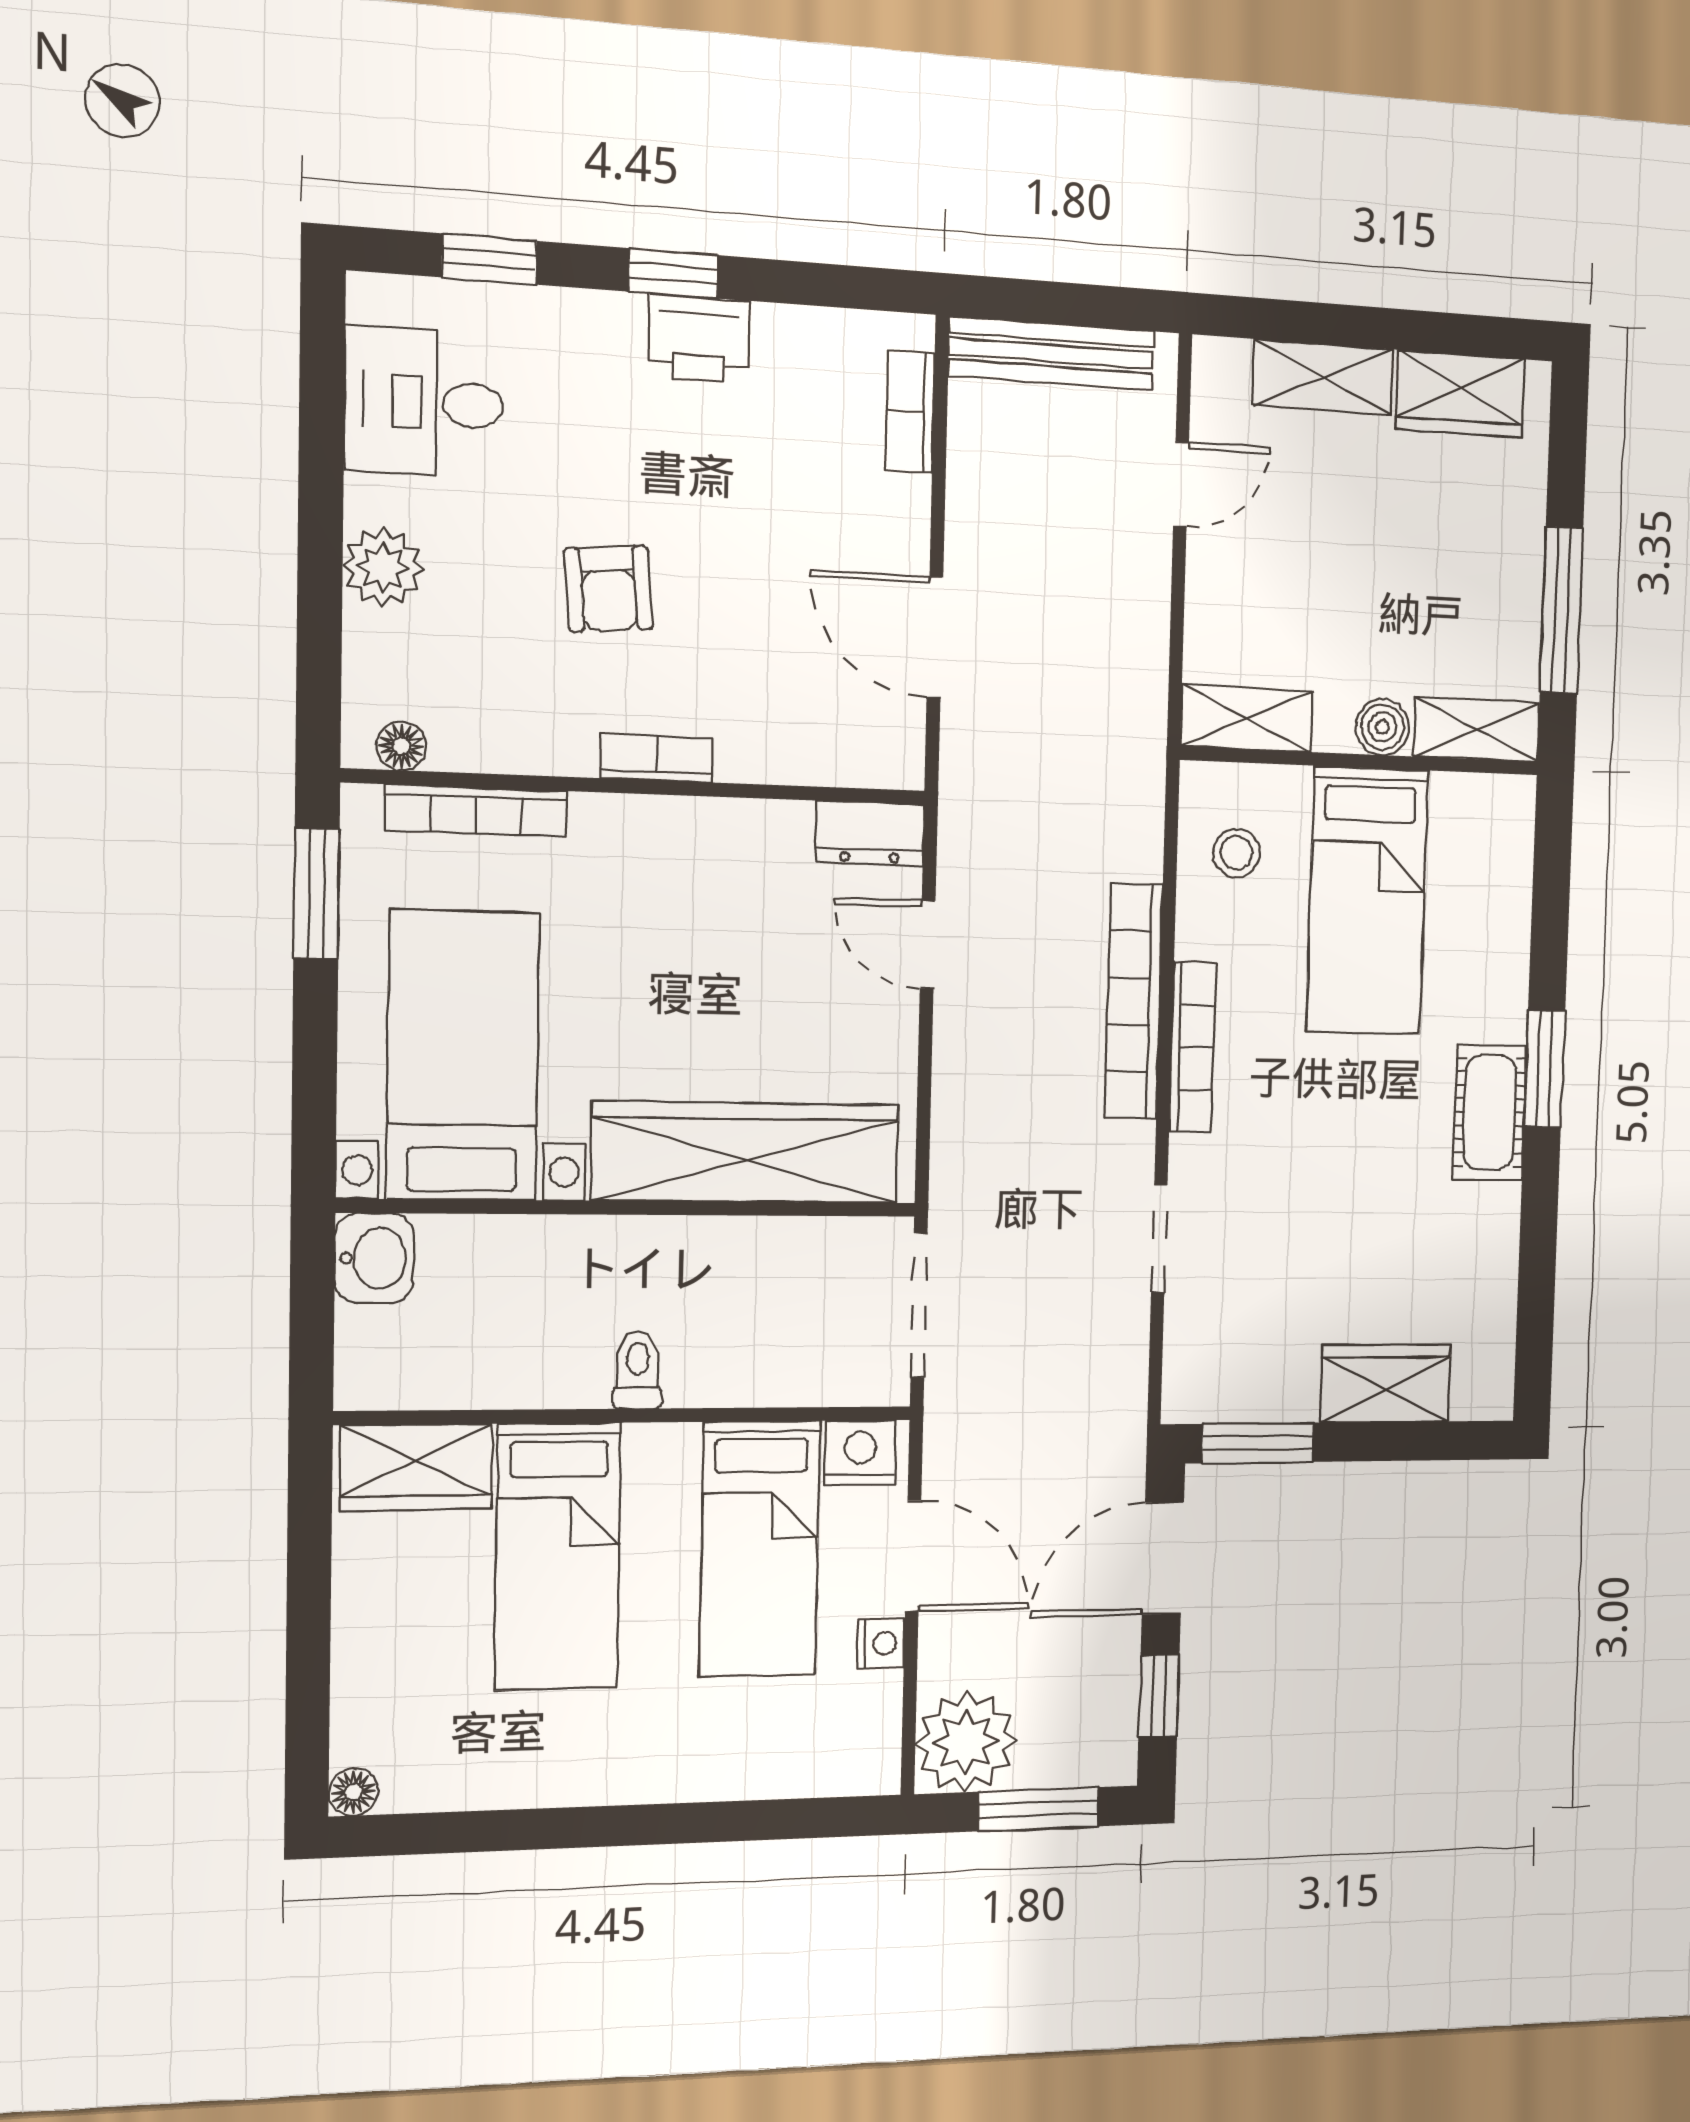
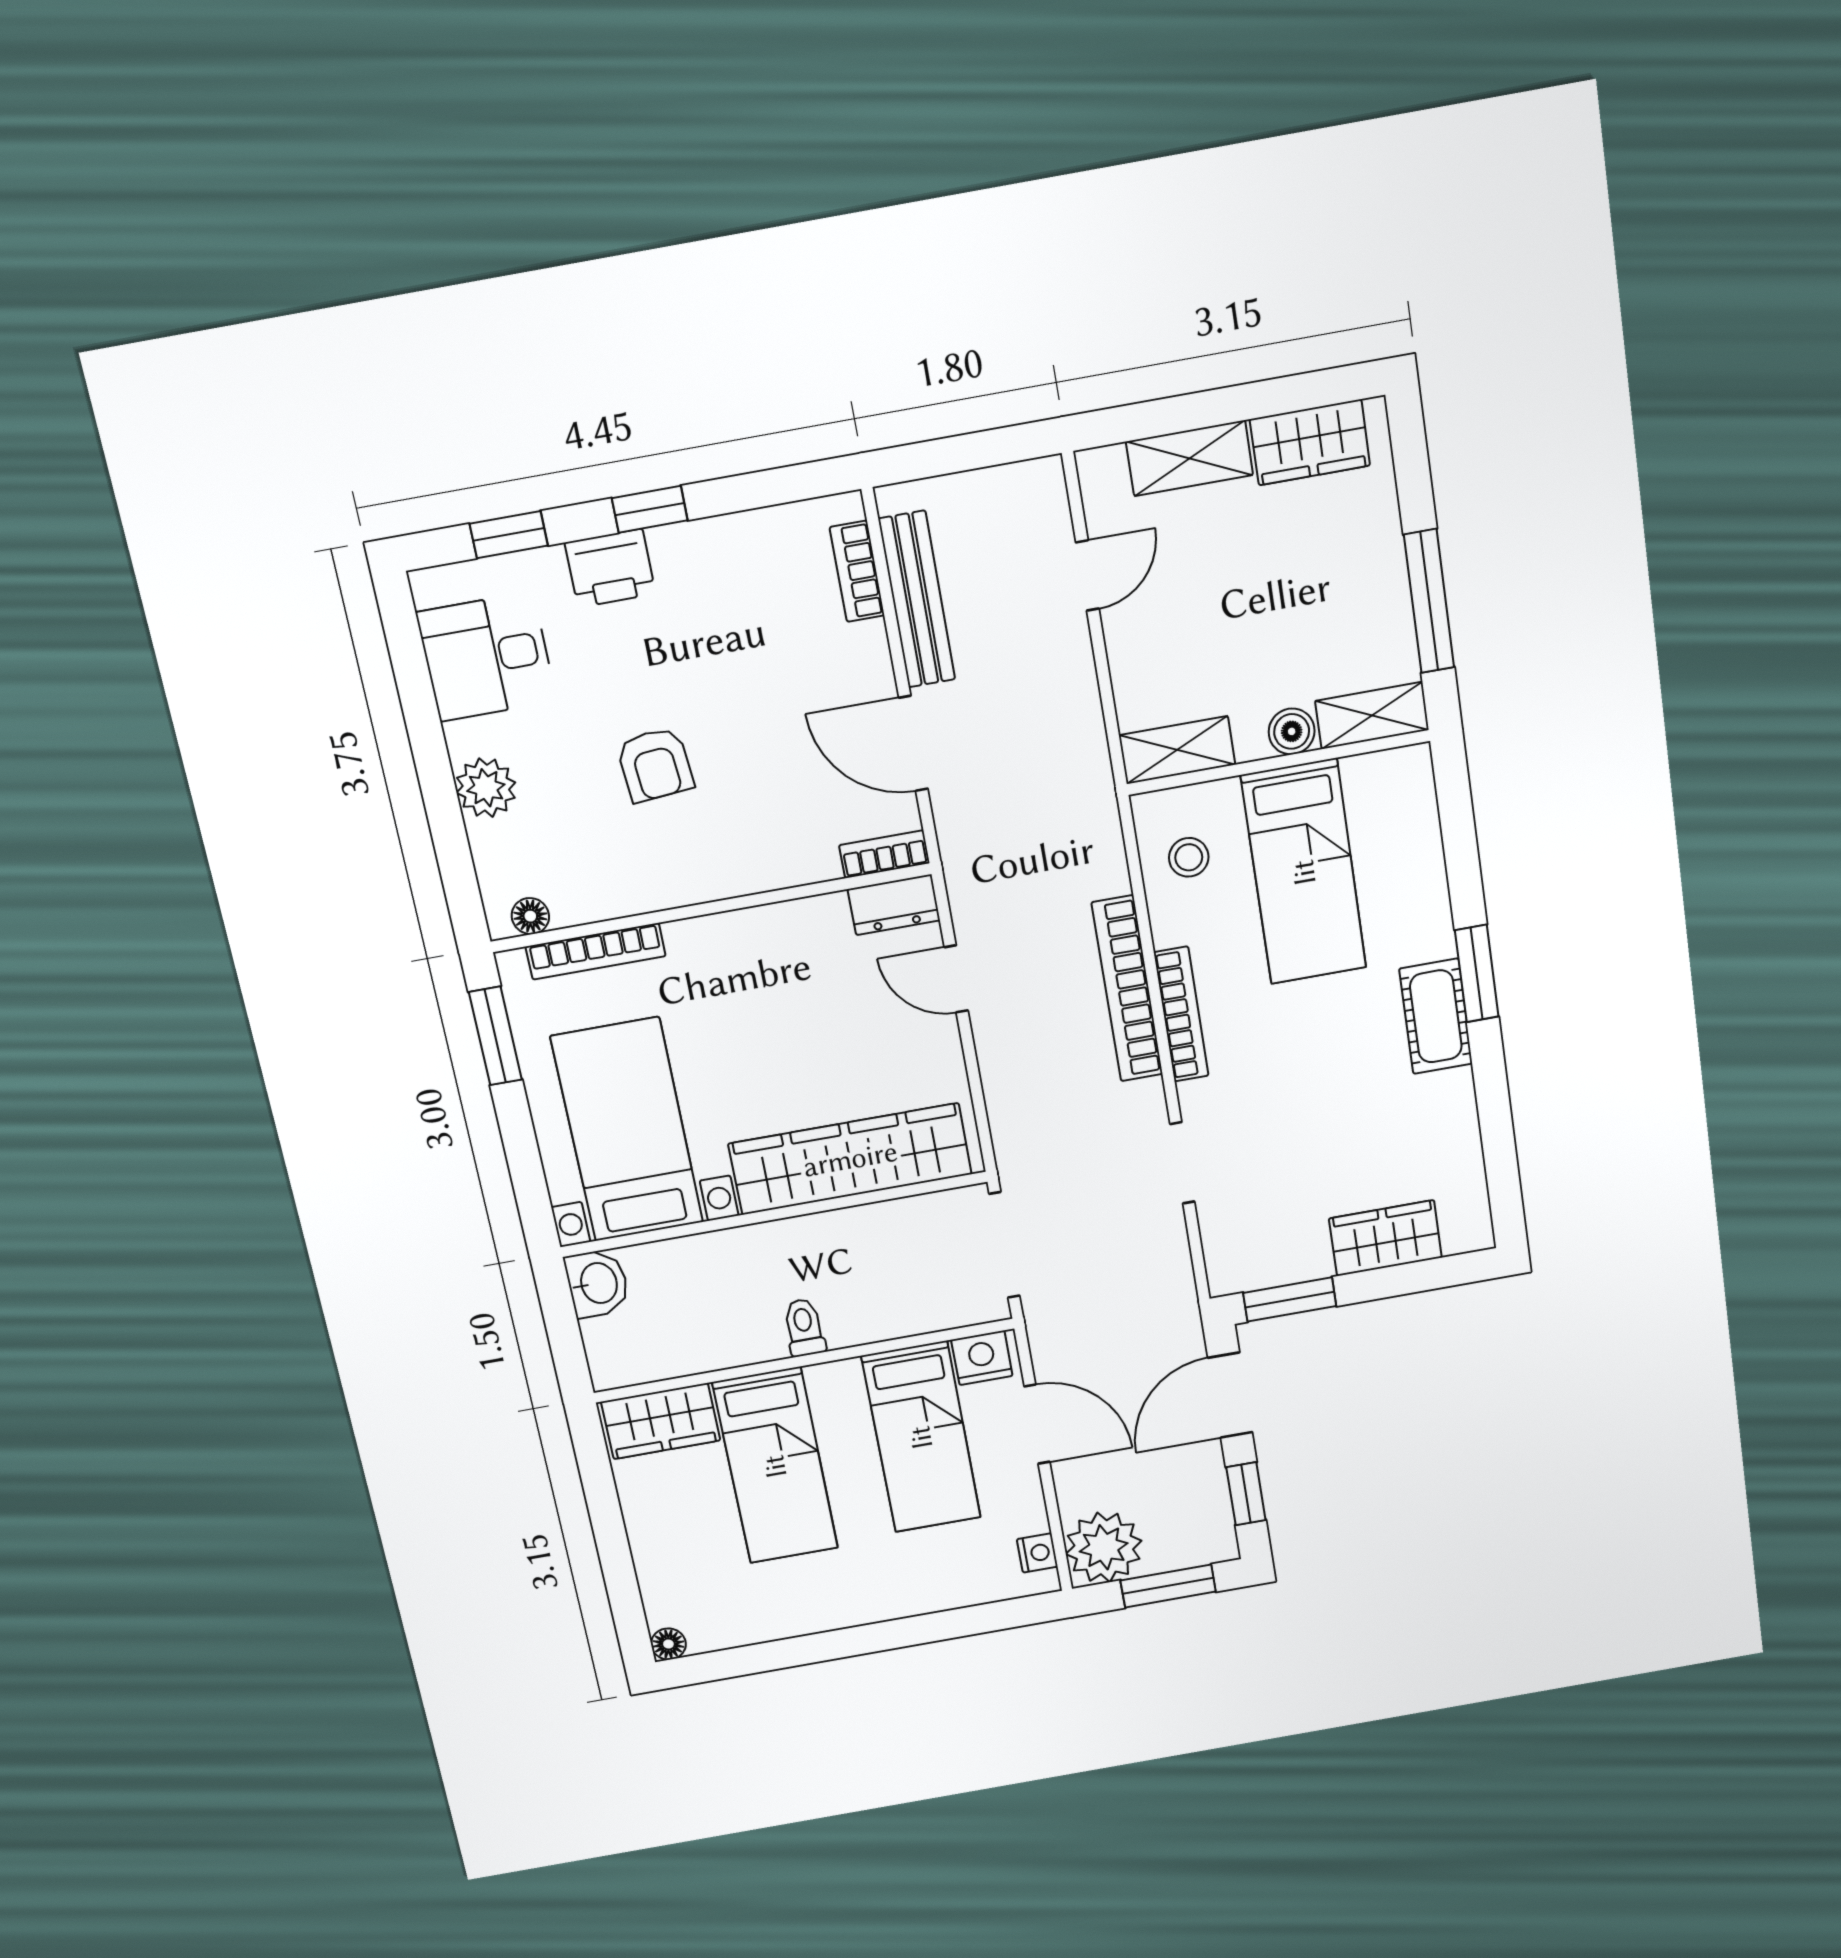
printer: (699, 339) -> (610, 568), moved
bench: (1052, 353) -> (917, 599), moved, turned 90
bookcase: (656, 758) -> (884, 854), moved
nightstand: (881, 1643) -> (1037, 1553), moved

